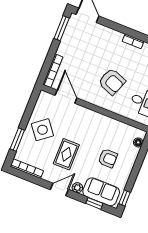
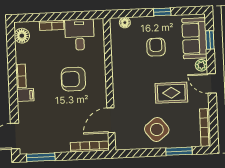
filing cabinet: (116, 38) -> (25, 95), added
armchair: (112, 82) -> (73, 79), turned -111
window: (125, 198) -> (162, 12), moved

